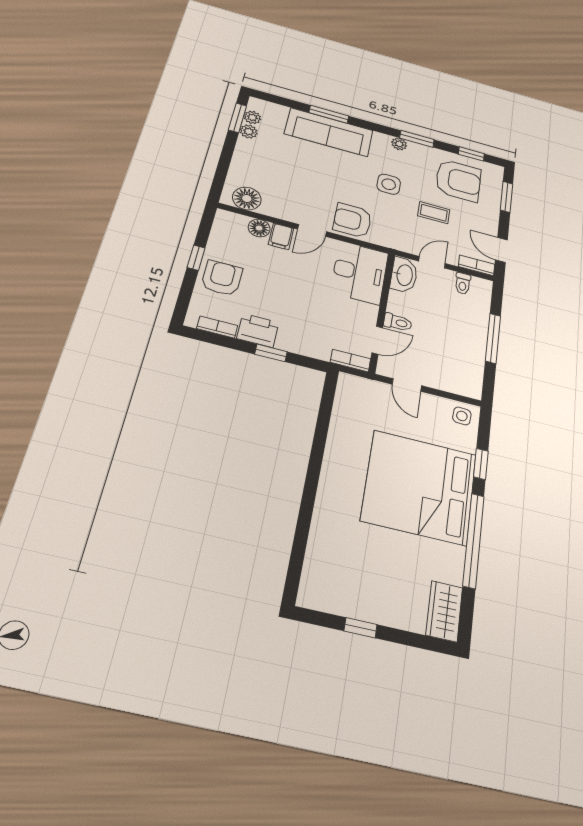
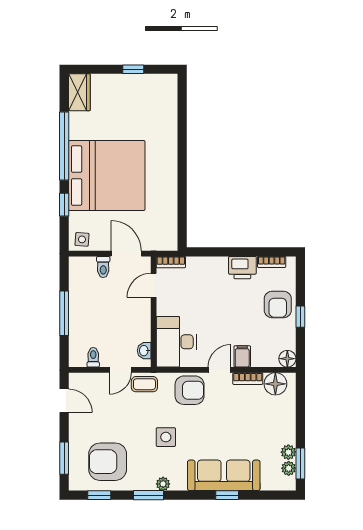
window: (329, 114) -> (227, 495), width x0.67
coffee table: (434, 213) -> (144, 384), moved
floor lamp: (259, 228) -> (287, 359), moved
bookcase: (477, 265) -> (248, 379), moved
washbasin: (404, 275) -> (144, 351), width x0.52, depth x0.69
toilet: (398, 322) -> (103, 267), moved, turned -90
window: (271, 353) -> (229, 252), removed
door: (407, 385) -> (126, 254), width x1.38

